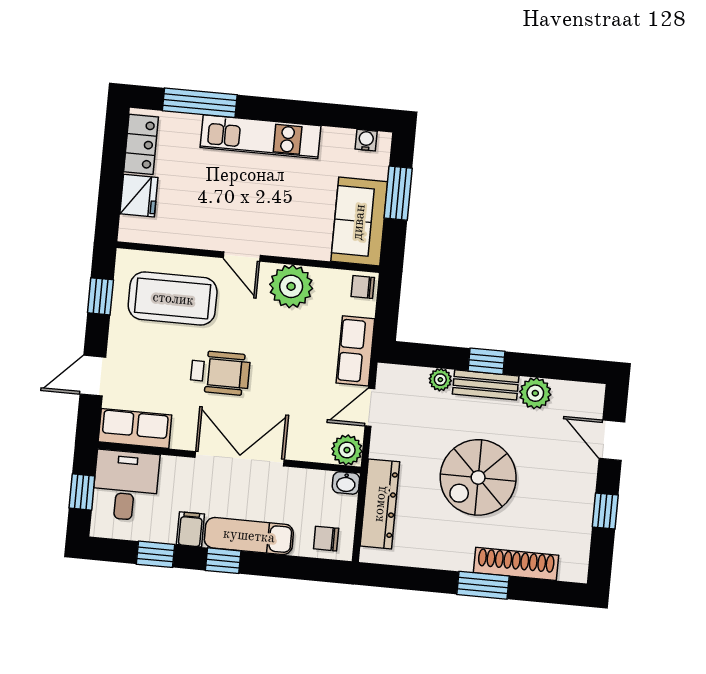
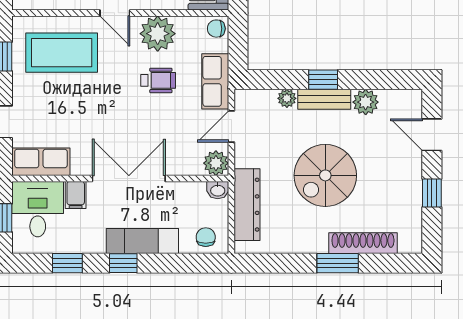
wheelchair: (220, 373) -> (158, 80), moved, width x0.73, depth x0.73
filing cabinet: (190, 529) -> (76, 195), moved, turned 180
chair: (326, 539) -> (206, 237), turned 90

